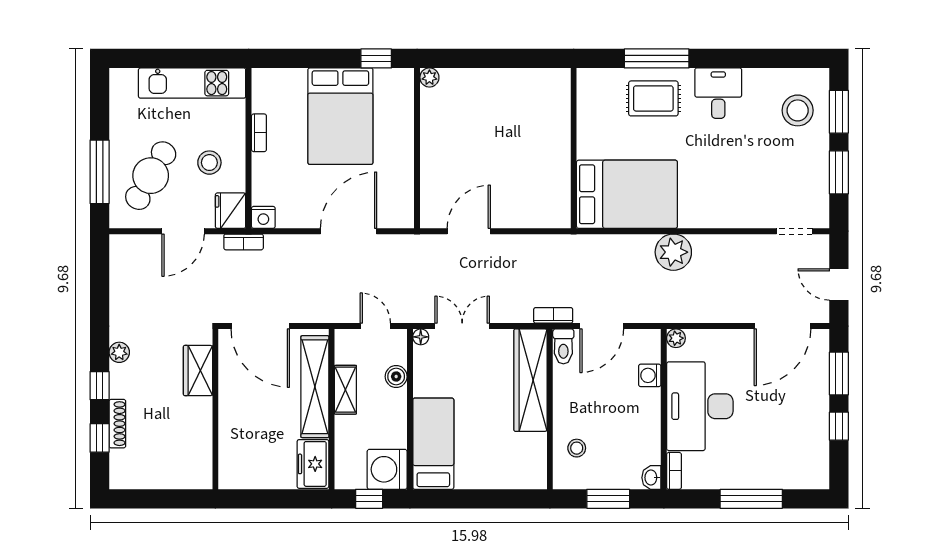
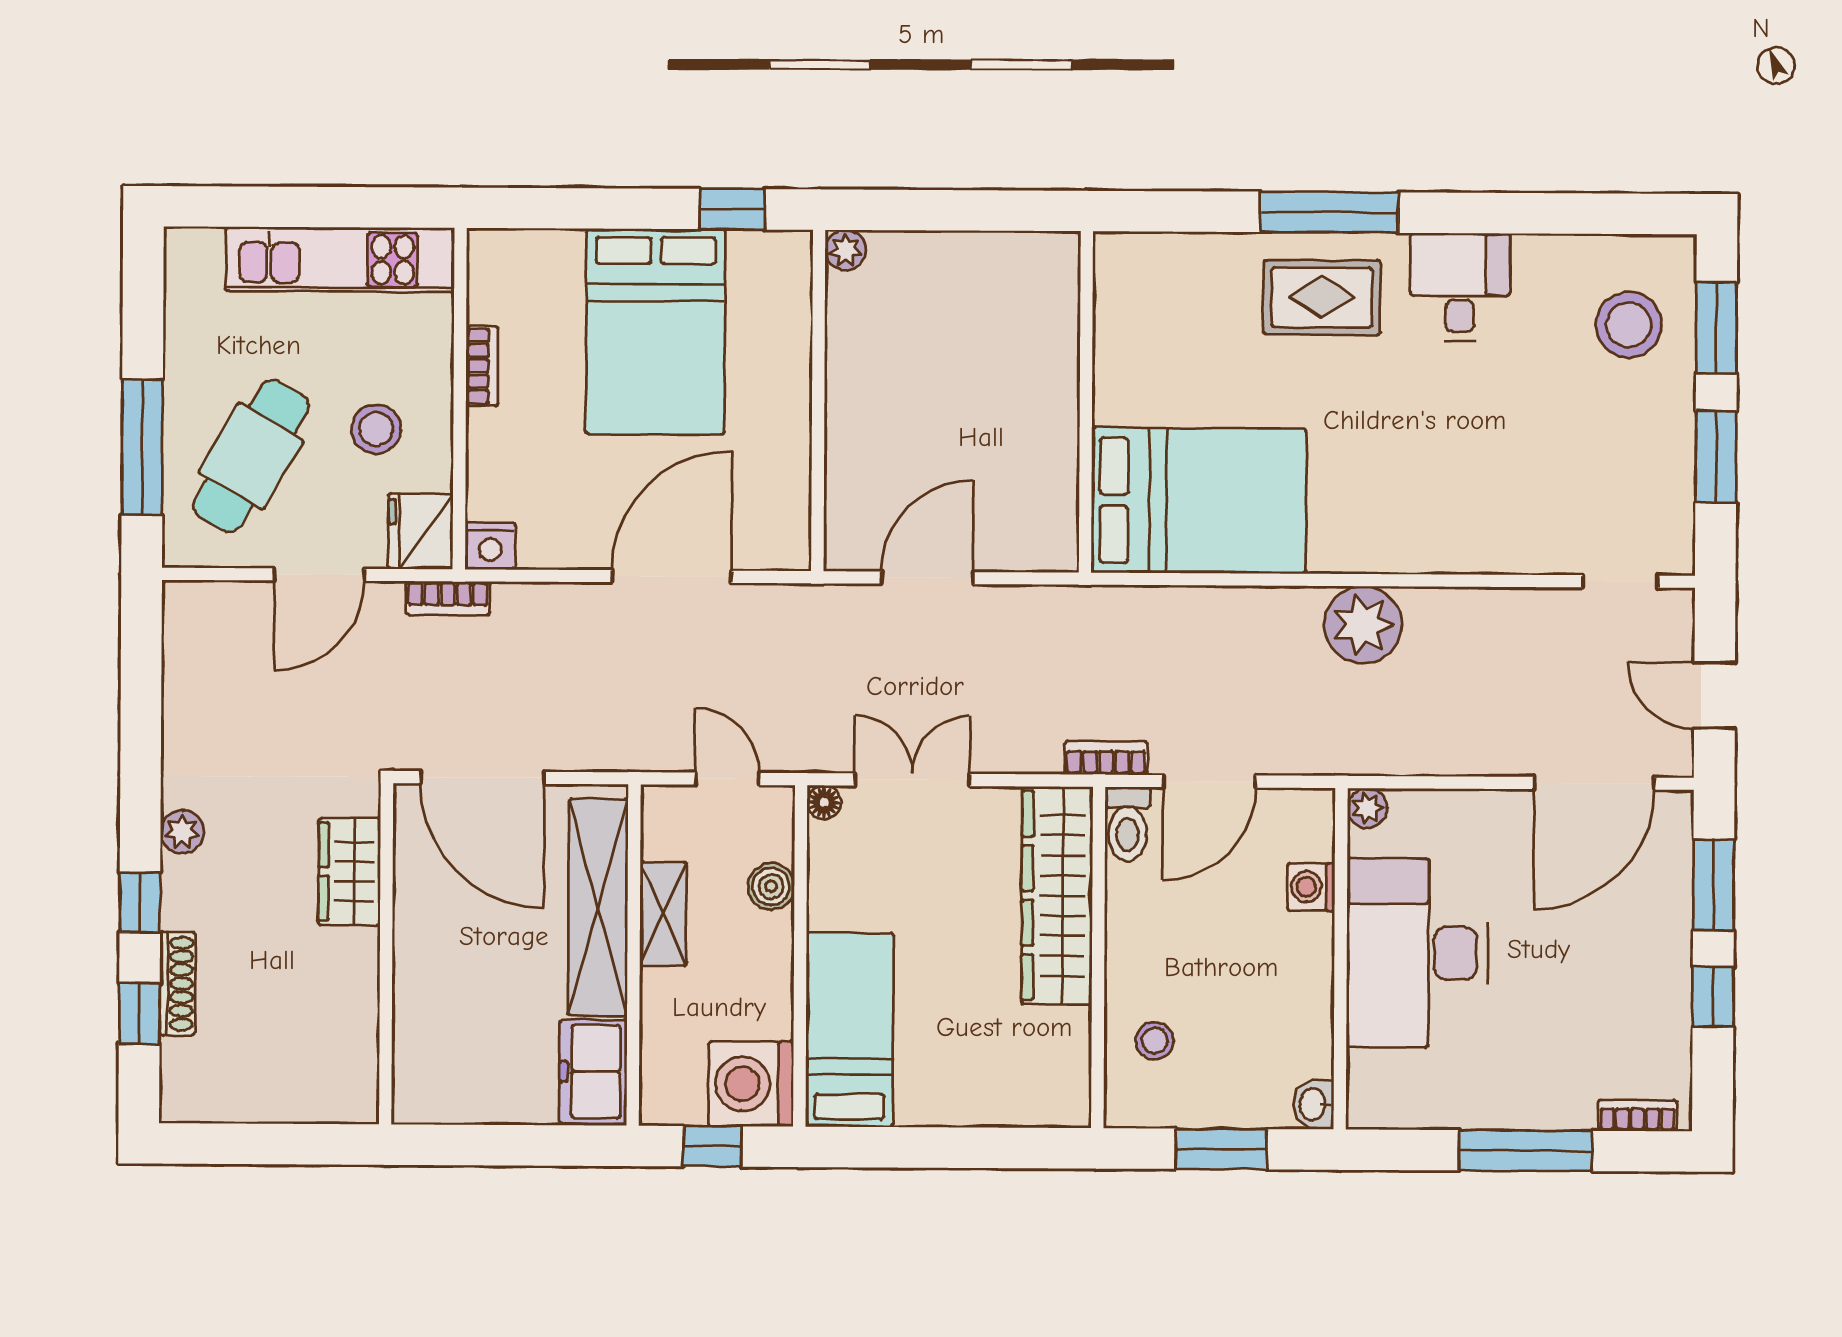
wall: (574, 148) -> (1086, 402), moved
bed: (627, 194) -> (1199, 501), moved
bookcase: (674, 471) -> (1637, 1115), moved, turned -90

